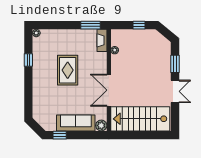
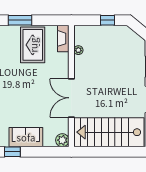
window: (91, 25) -> (20, 20), moved
rug: (68, 70) -> (33, 45), moved
sofa: (76, 123) -> (26, 137), width x0.73

